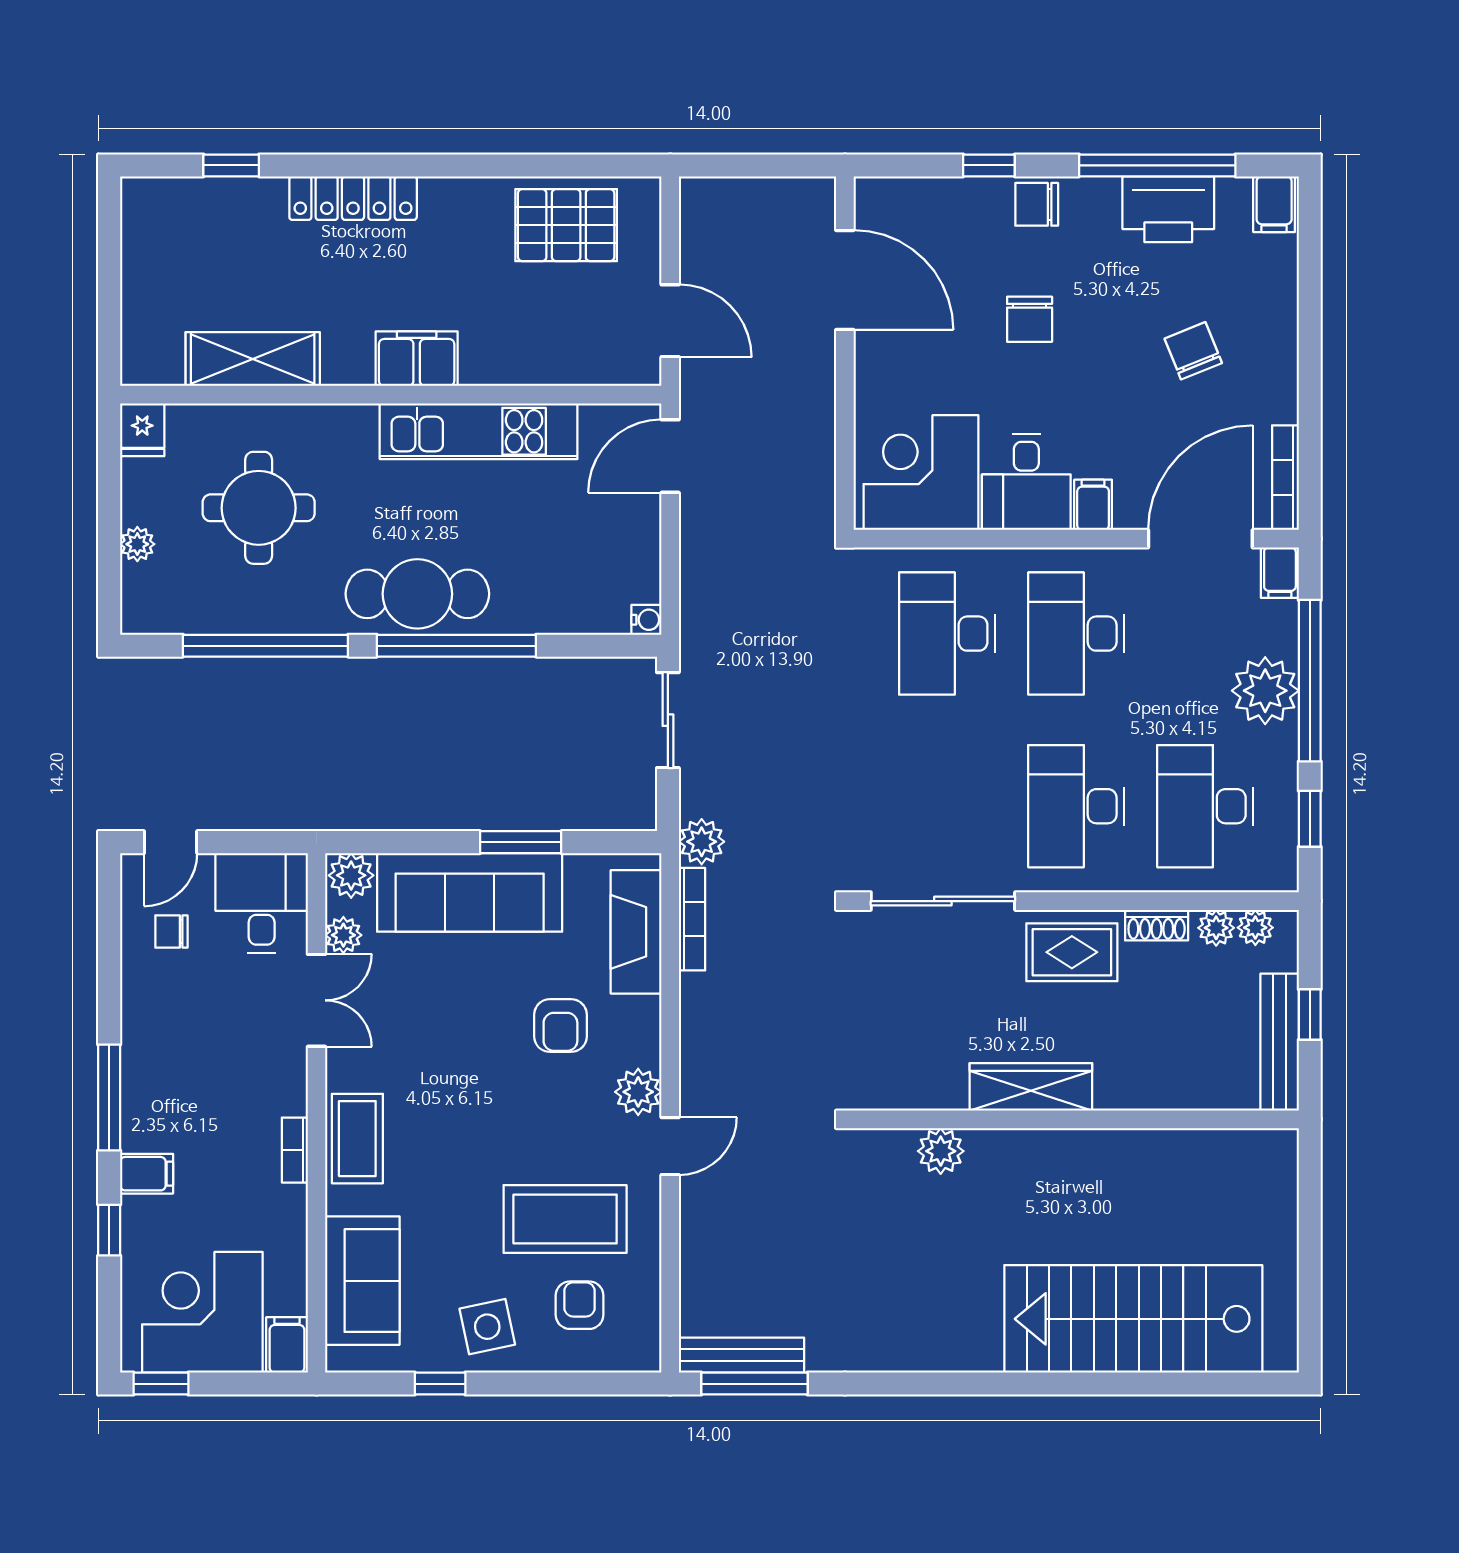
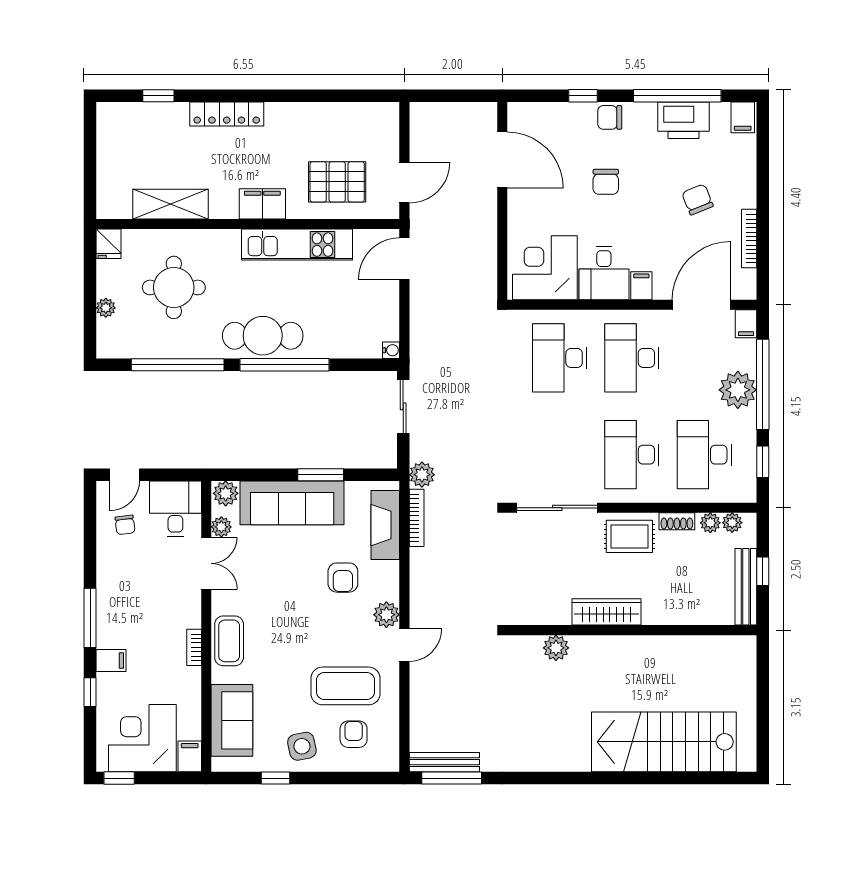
pallet: (566, 225) -> (337, 182), moved
door: (670, 321) -> (404, 183), hinge flipped
bookcase: (1285, 478) -> (749, 239), moved
chair: (171, 931) -> (125, 525), turned -97

